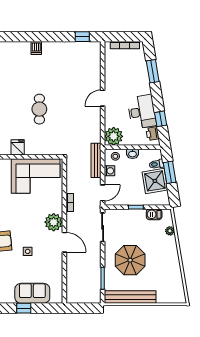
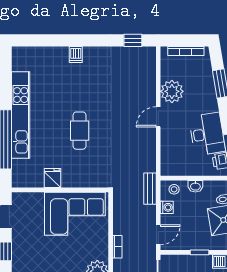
plant: (114, 136) -> (172, 91), moved
bench: (96, 160) -> (150, 189), width x0.73

